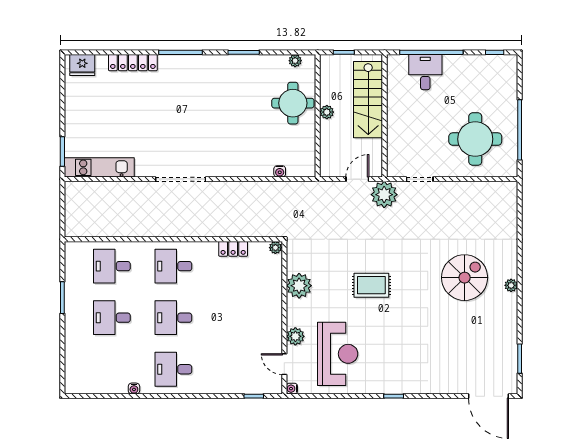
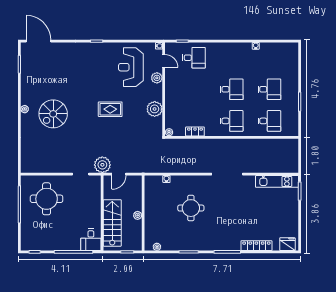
desk: (425, 72) -> (91, 240), moved
round table: (293, 103) -> (191, 208), moved
desk: (173, 369) -> (194, 58), moved

